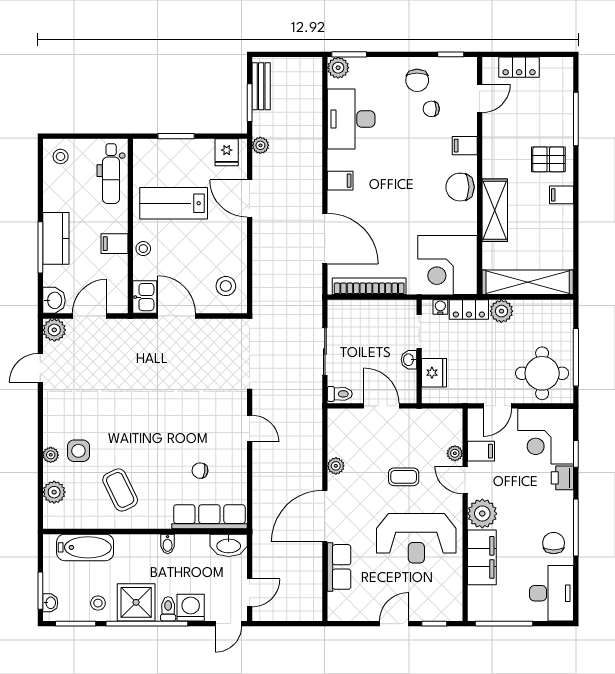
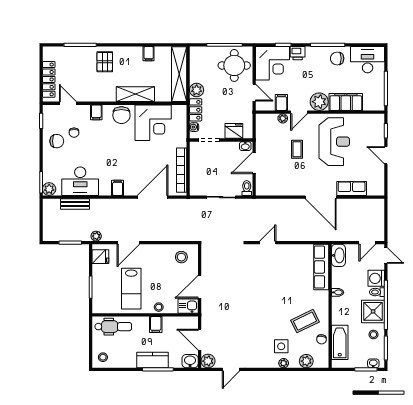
locker: (519, 67) -> (49, 79), width x1.53
bench: (261, 86) -> (75, 204), moved
filing cabinet: (562, 195) -> (149, 54), moved
corner desk: (448, 265) -> (153, 123), moved
washbasin: (409, 360) -> (245, 146), moved
door: (40, 368) -> (231, 369), hinge flipped
plant: (336, 466) -> (290, 190), removed
chair: (200, 471) -> (322, 339), moved
door: (250, 593) -> (367, 243), swing flipped

